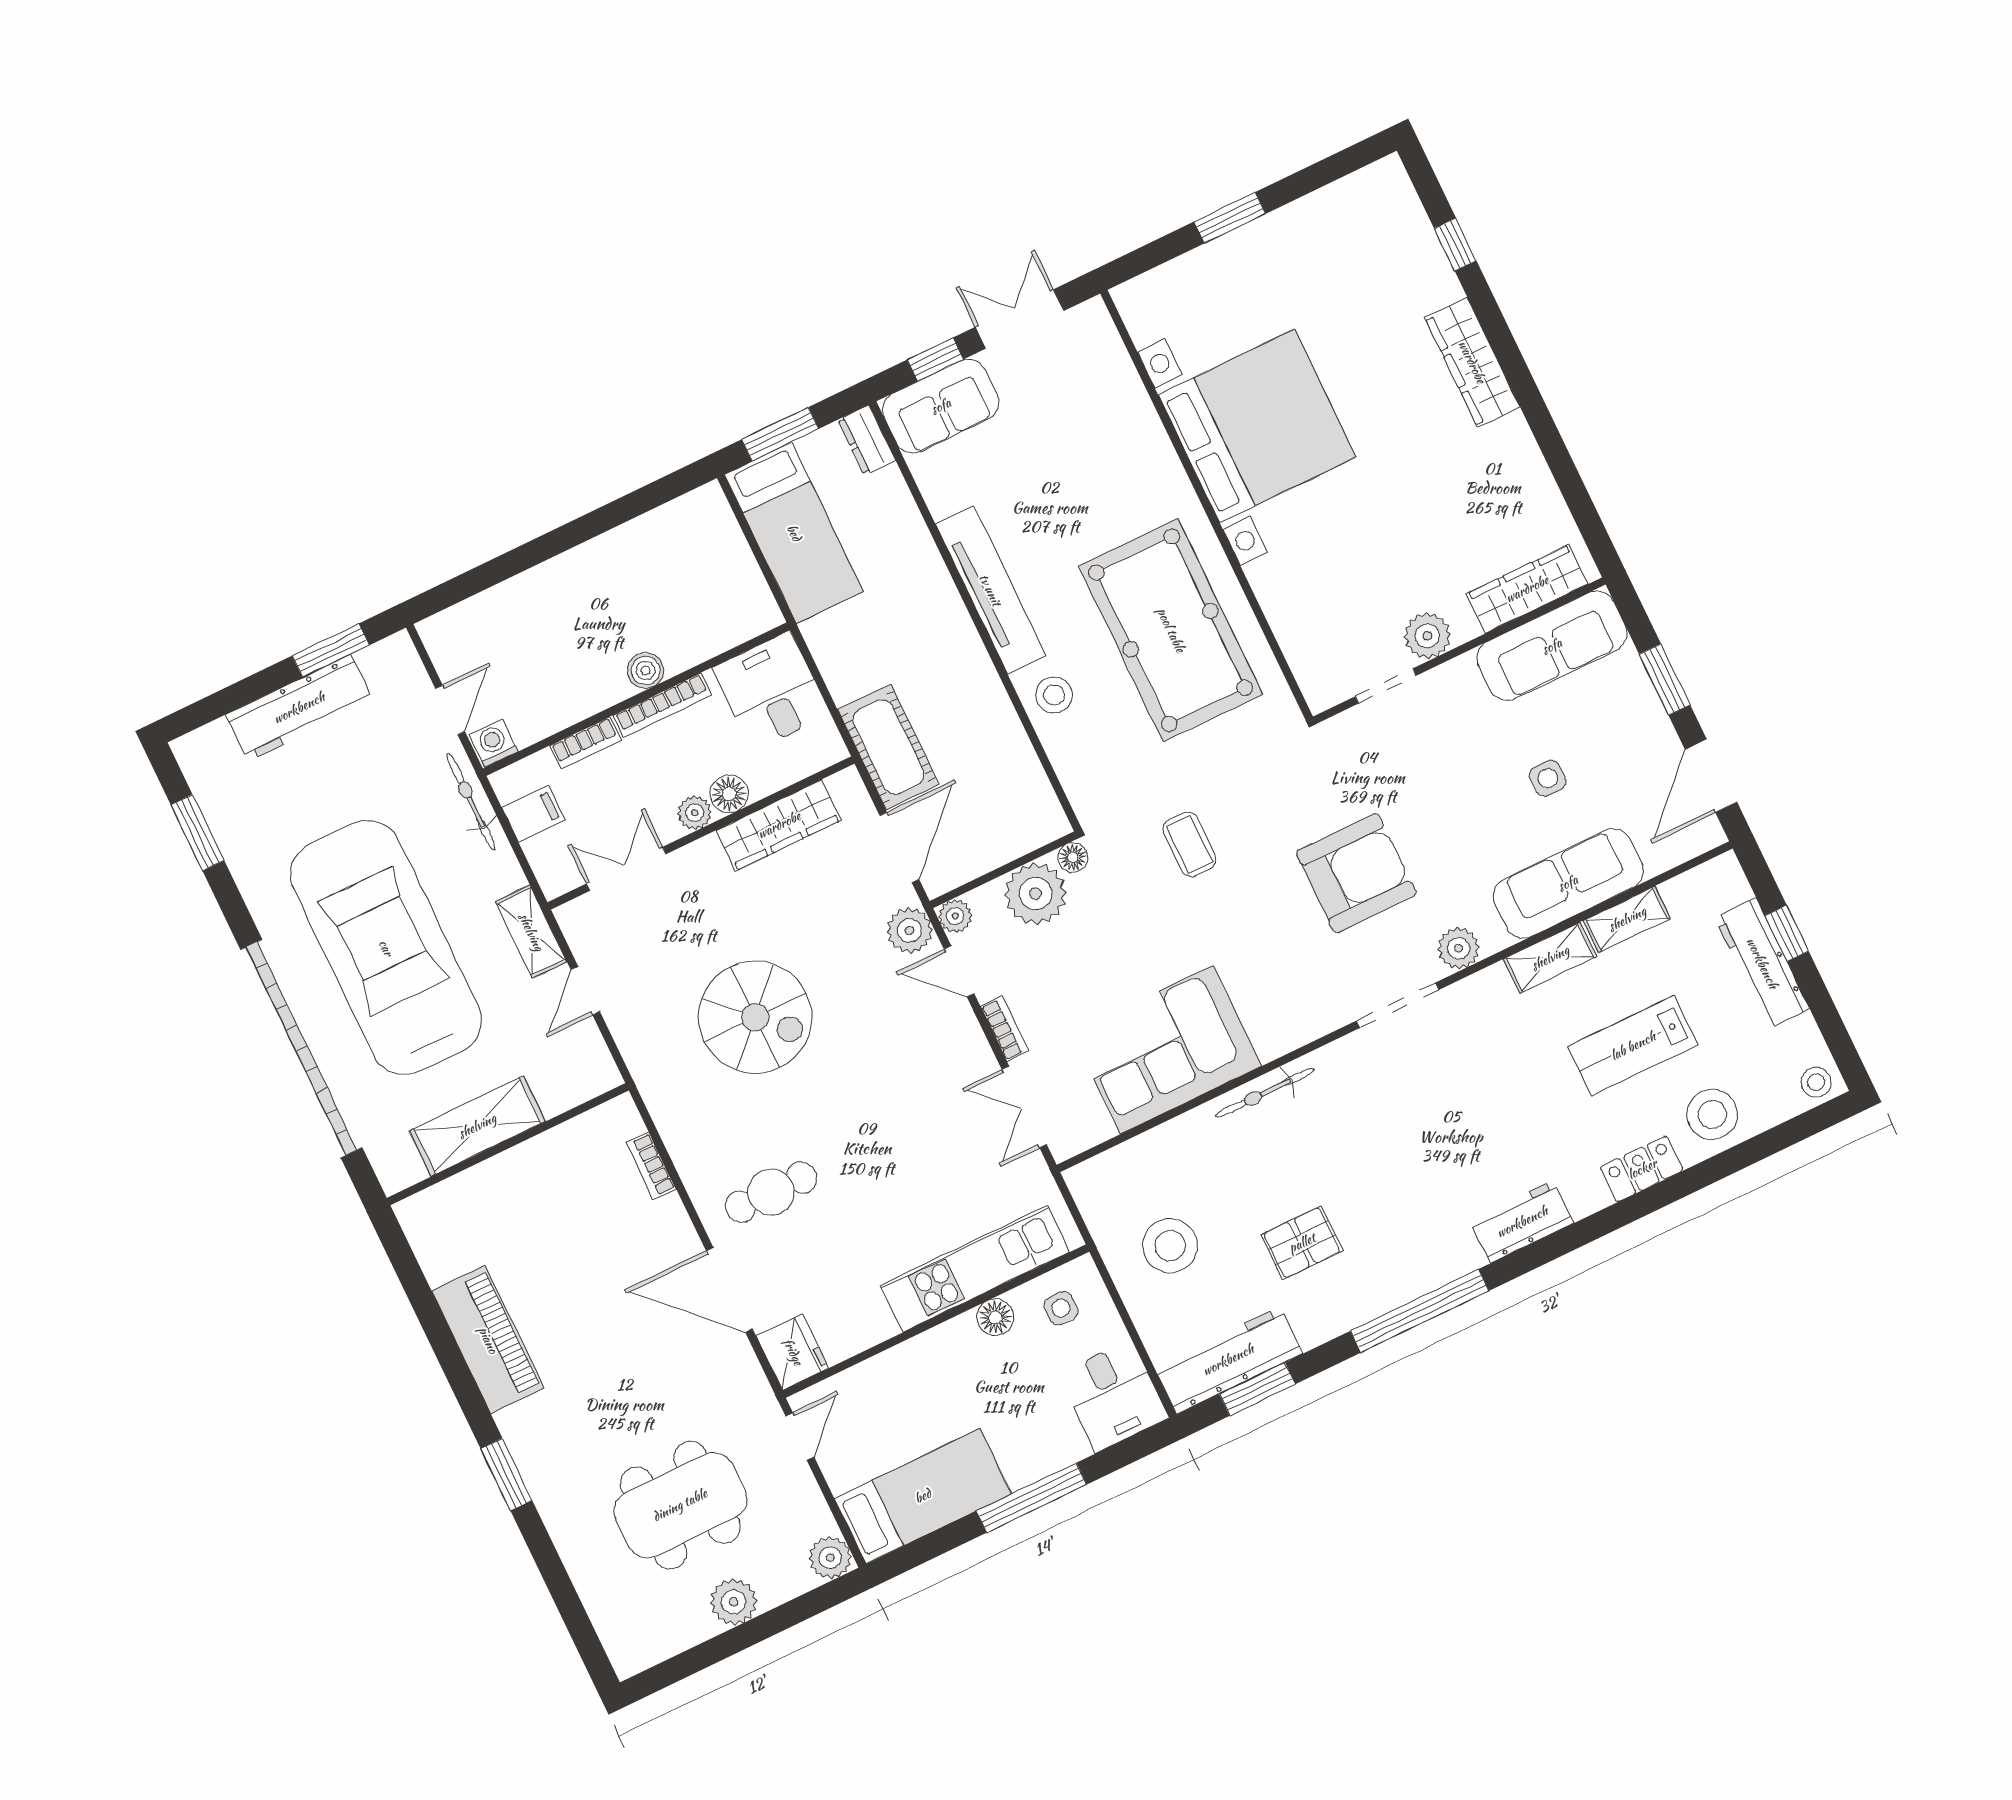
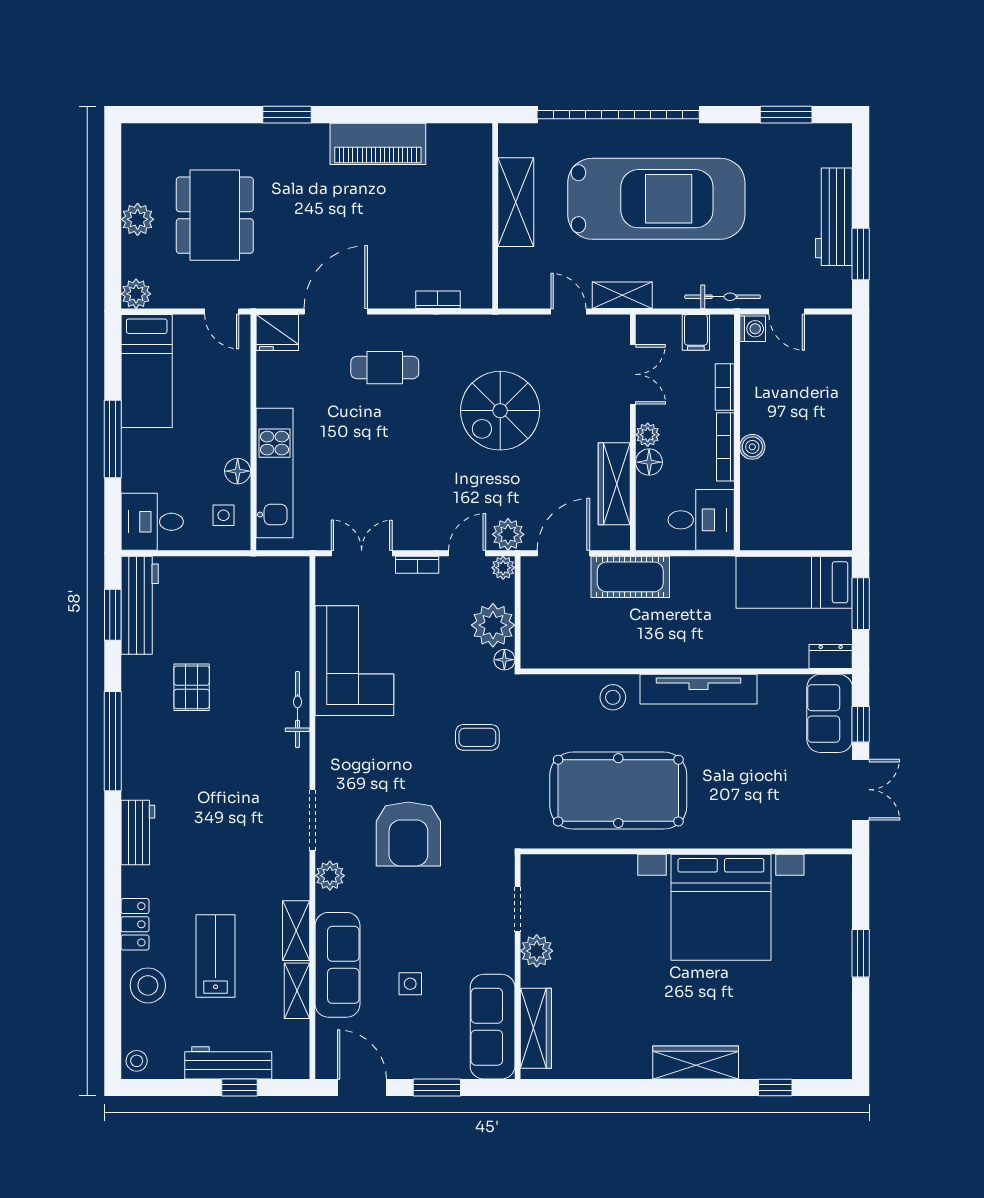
door: (899, 848) -> (563, 553), swing flipped
cafe table: (771, 1192) -> (385, 368), turned 90
stool: (1170, 1246) -> (230, 603), removed

